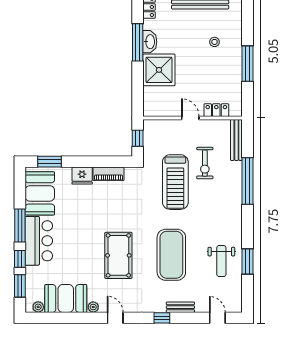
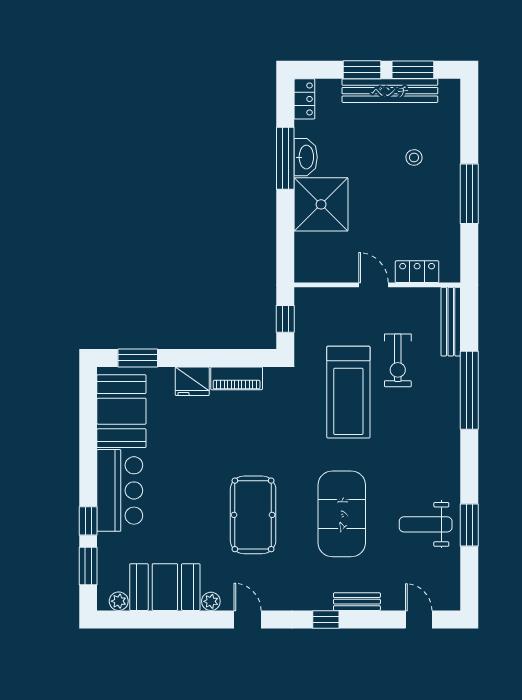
window: (20, 226) -> (88, 465), removed
weight bench: (221, 261) -> (426, 524), turned 90

